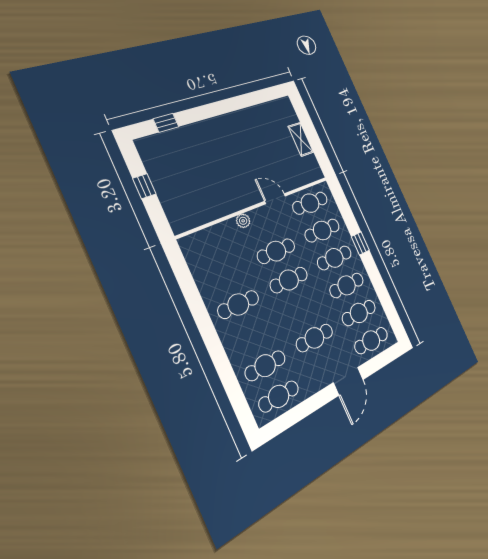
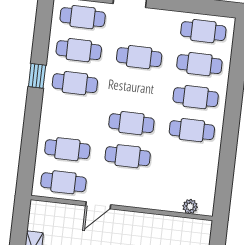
door: (275, 199) -> (98, 205), hinge flipped
plant: (243, 221) -> (190, 206), moved
window: (360, 243) -> (37, 76), moved
cafe table: (334, 258) -> (196, 97), moved

